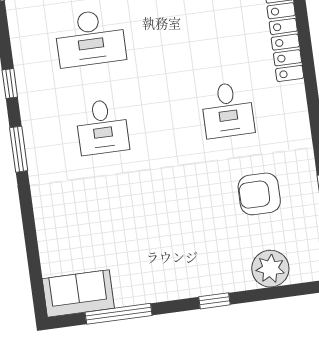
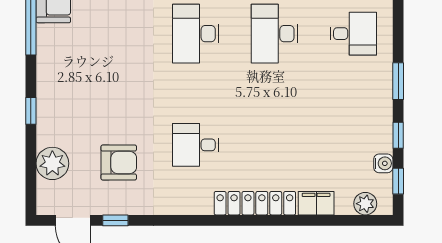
desk: (102, 127) -> (196, 34), width x1.37
armchair: (259, 194) -> (119, 162), turned 90

